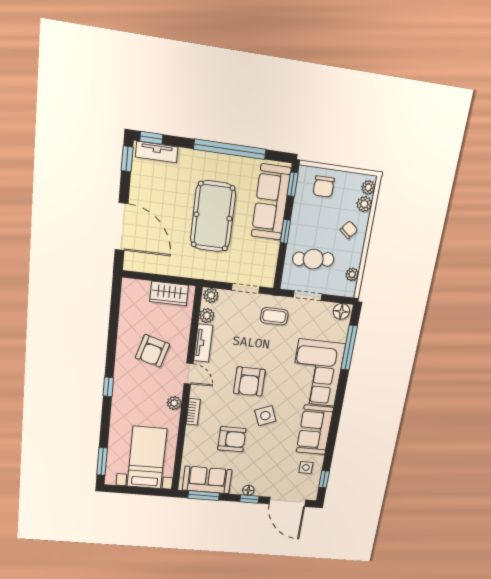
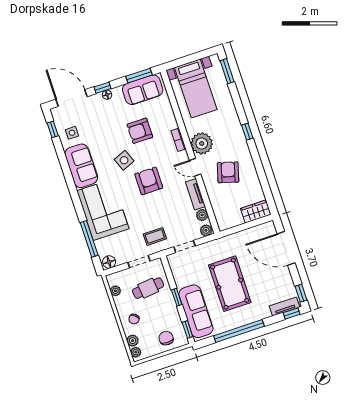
wardrobe: (169, 293) -> (256, 211), moved
plant: (174, 403) -> (202, 143), width x1.87, depth x1.87

